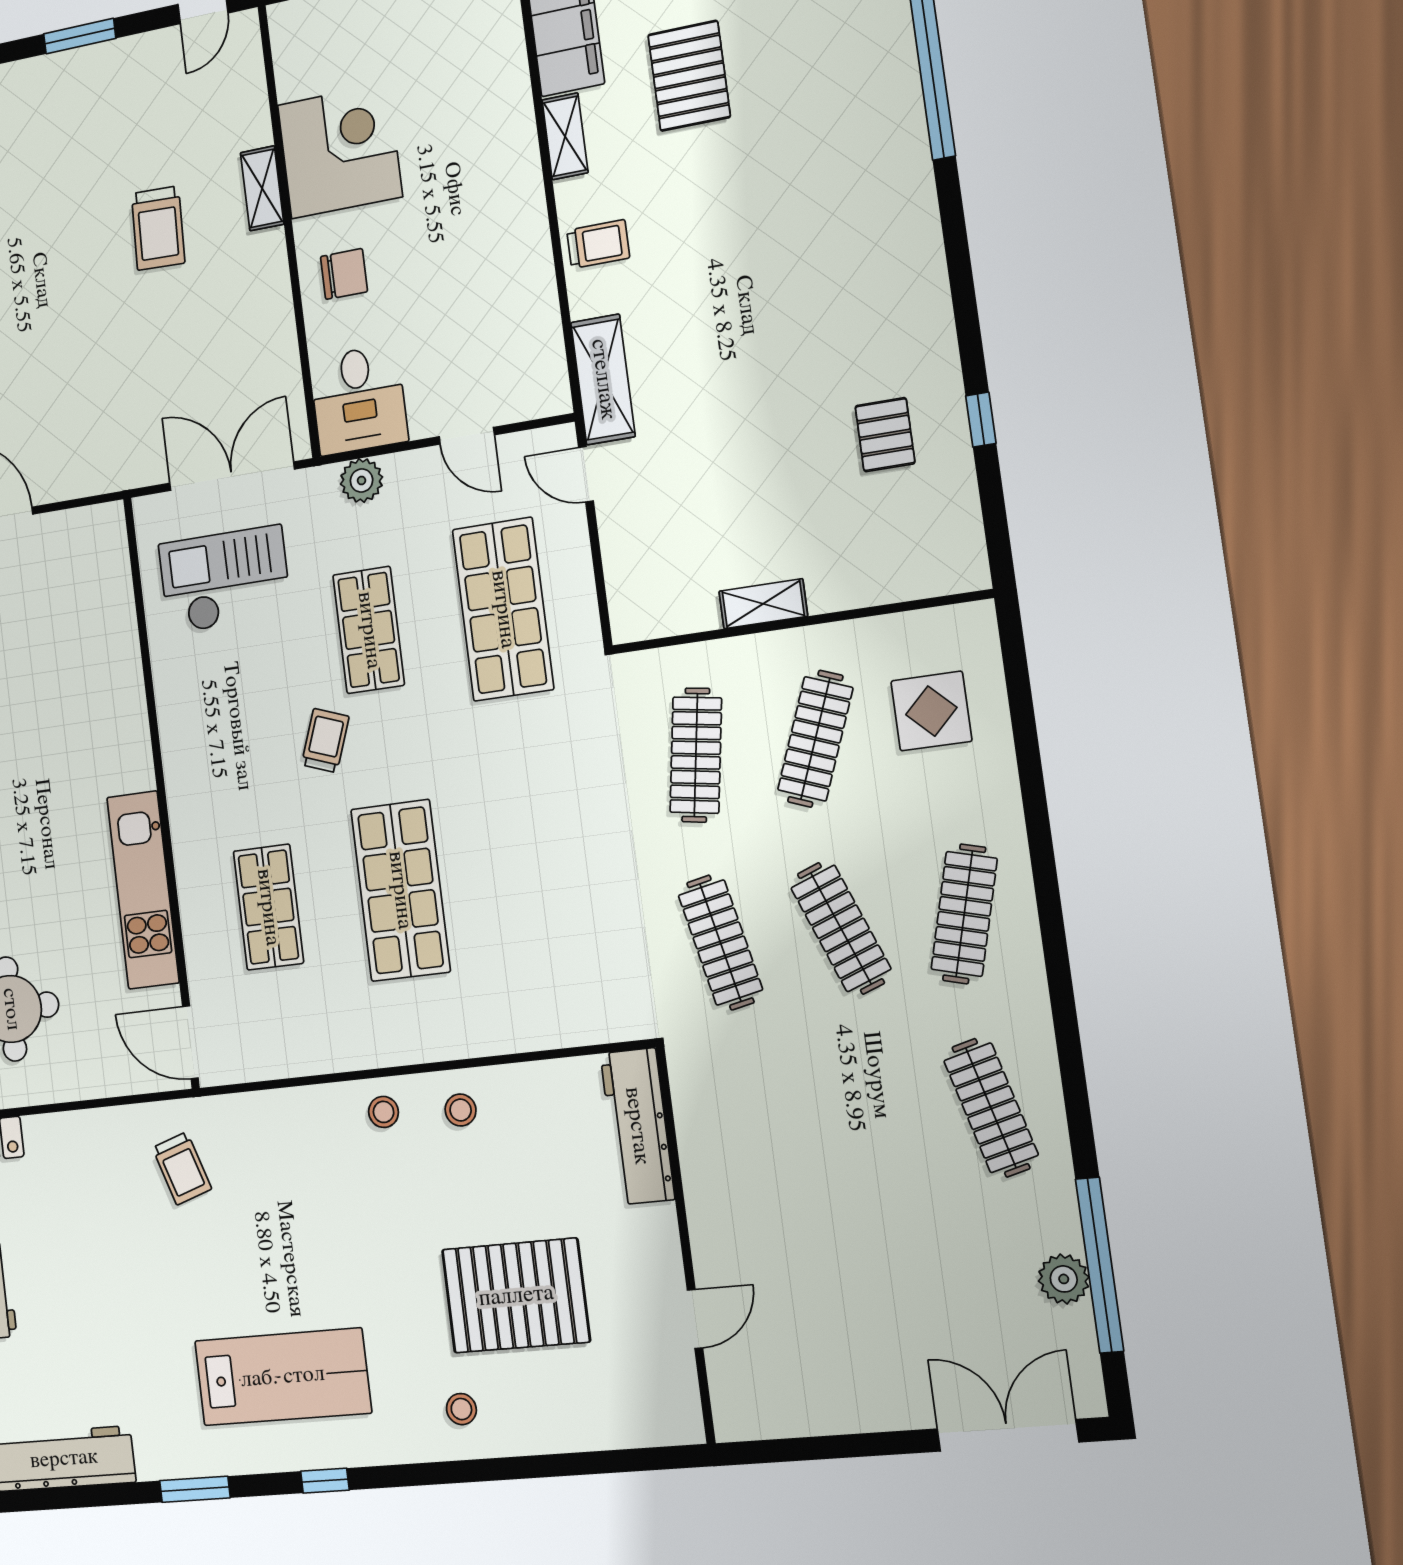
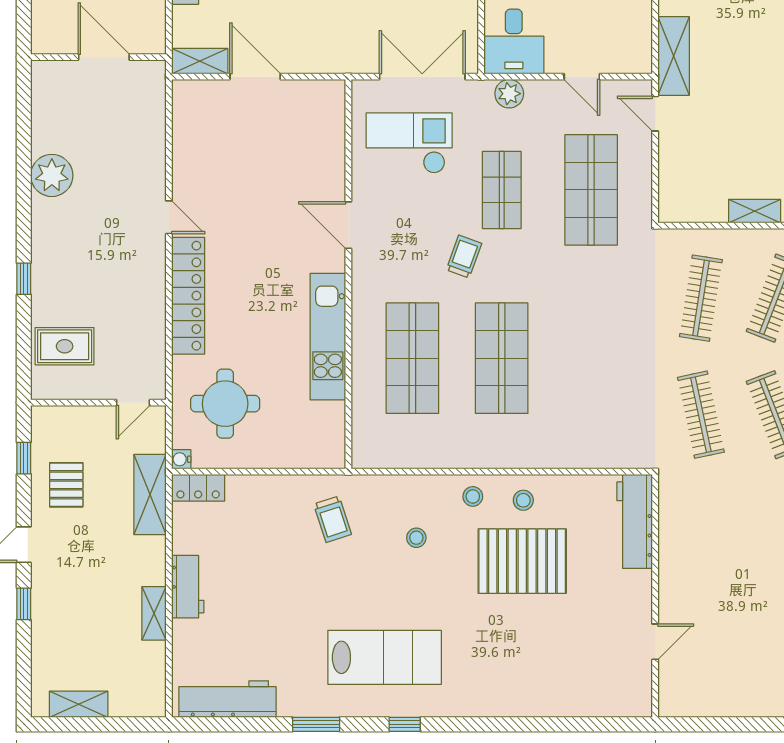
shop shelf: (268, 907) -> (412, 358), width x1.43, depth x1.36
door: (190, 1042) -> (348, 225), moved
pallet: (516, 1296) -> (522, 561), moved
stool: (461, 1409) -> (416, 538), moved

